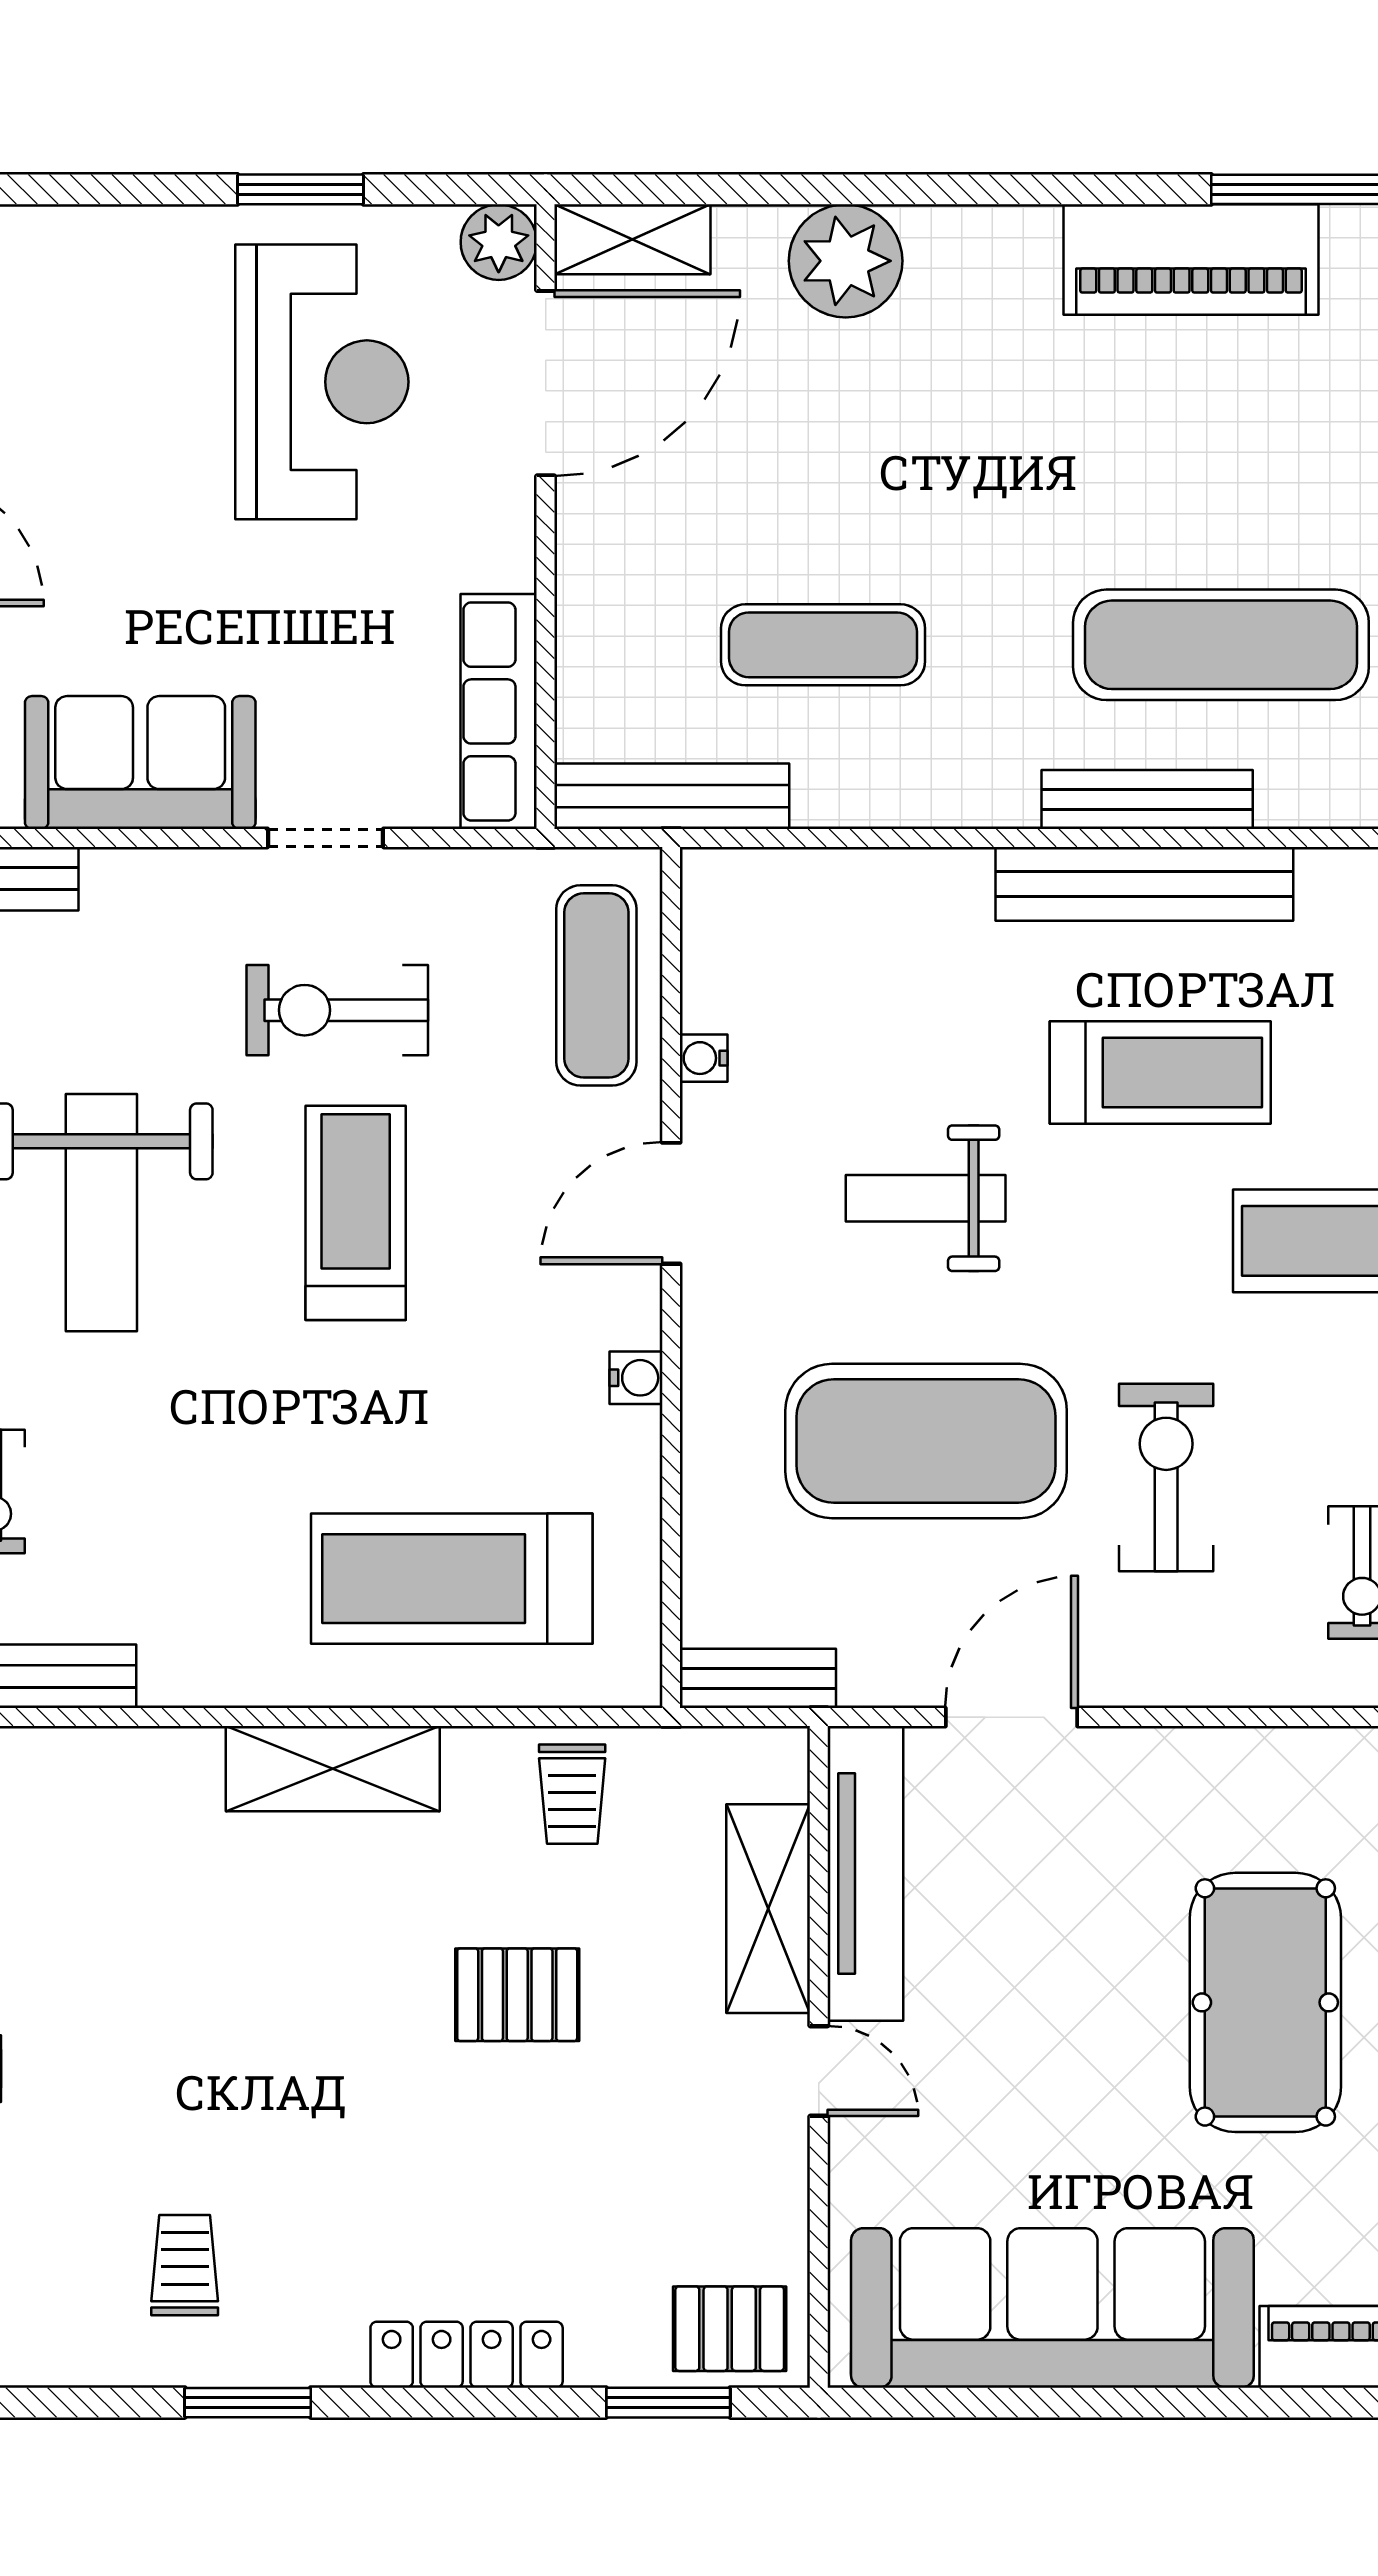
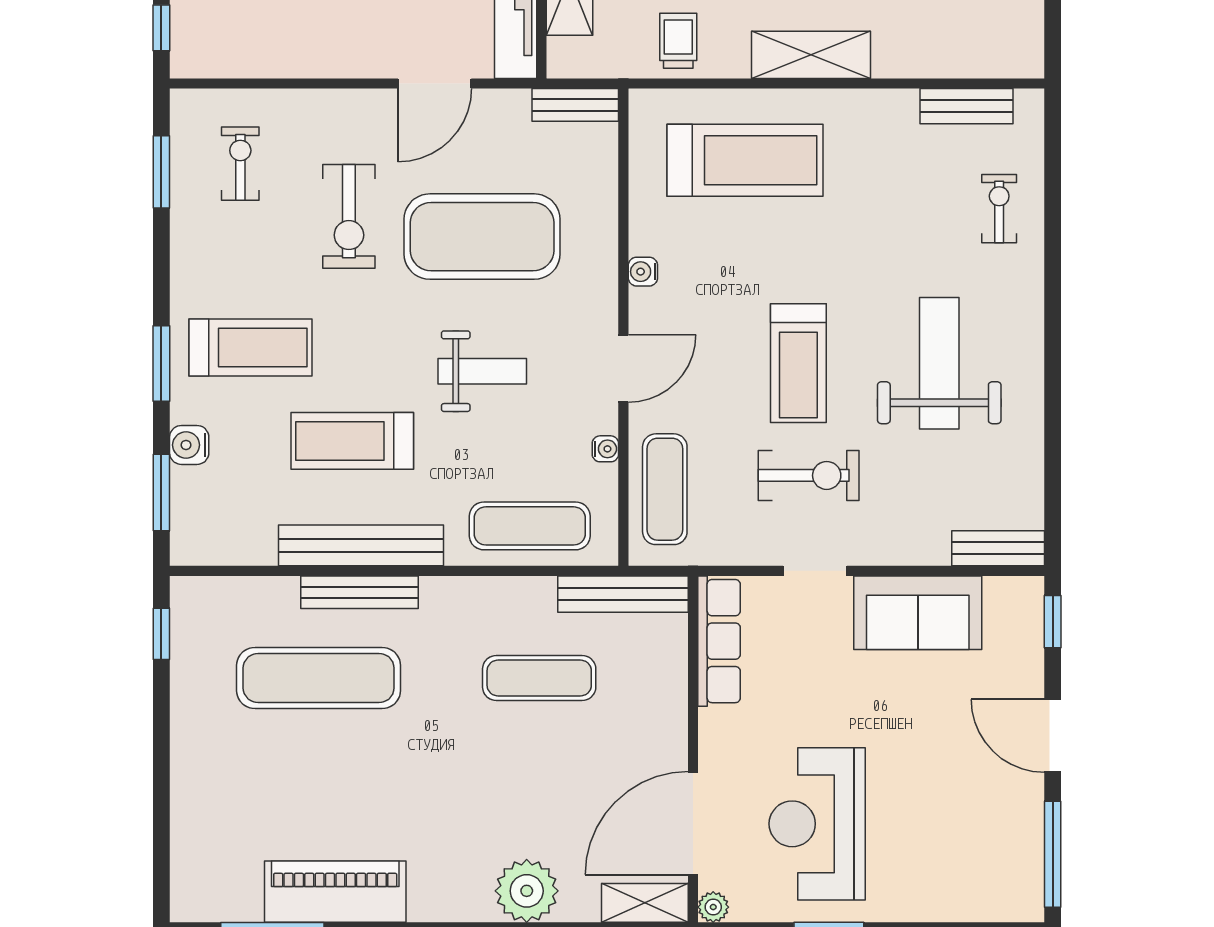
plant: (499, 242) -> (713, 907), width x0.73, depth x0.73
exercise mat: (840, 919) -> (530, 526), added

